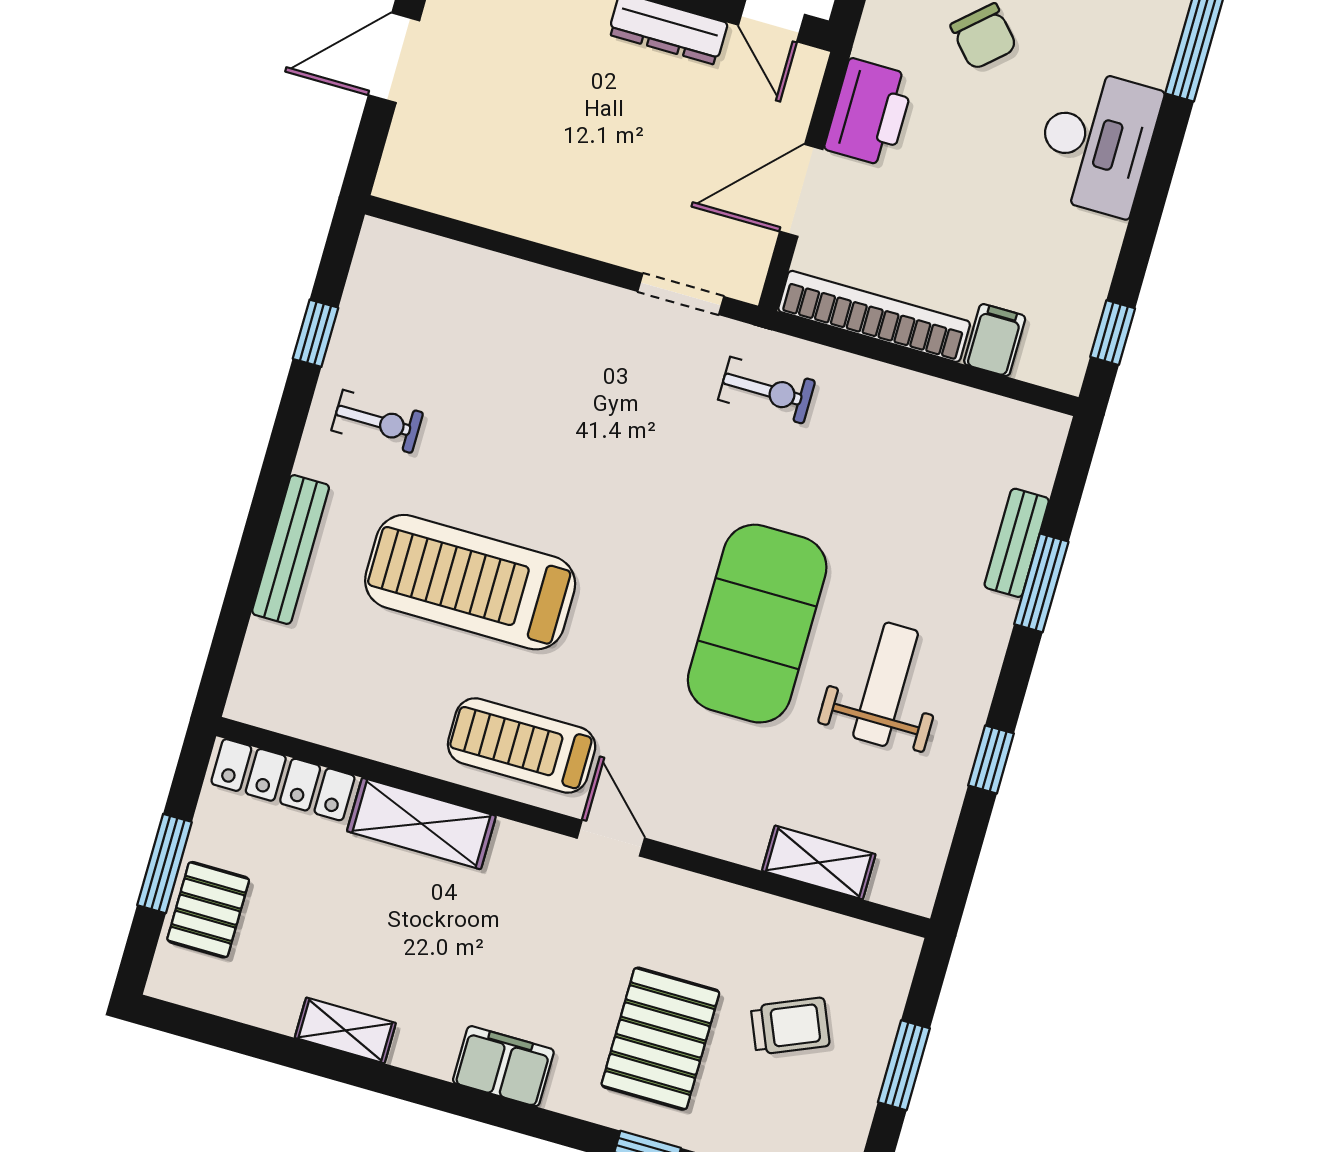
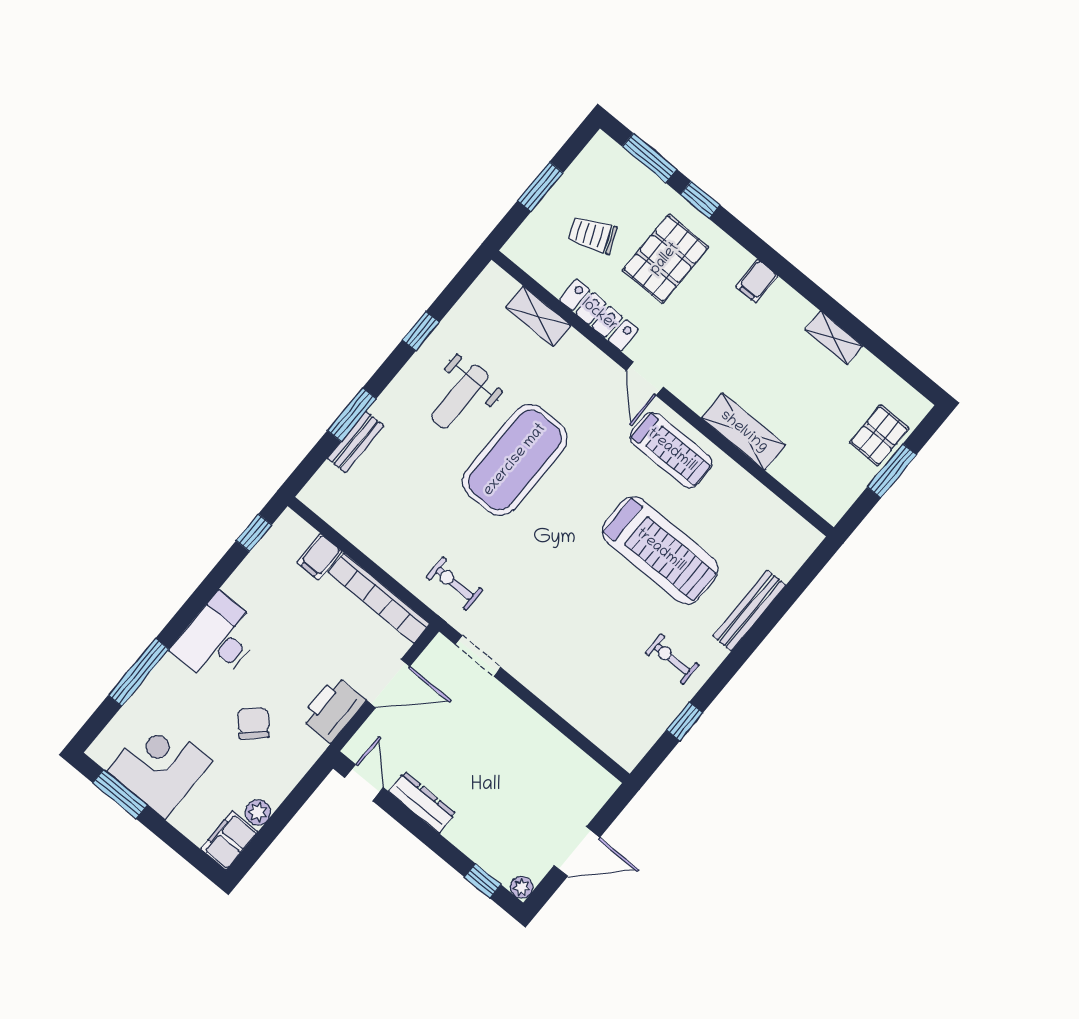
locker: (283, 780) -> (599, 315), moved
filing cabinet: (503, 1066) -> (757, 281), width x0.50

